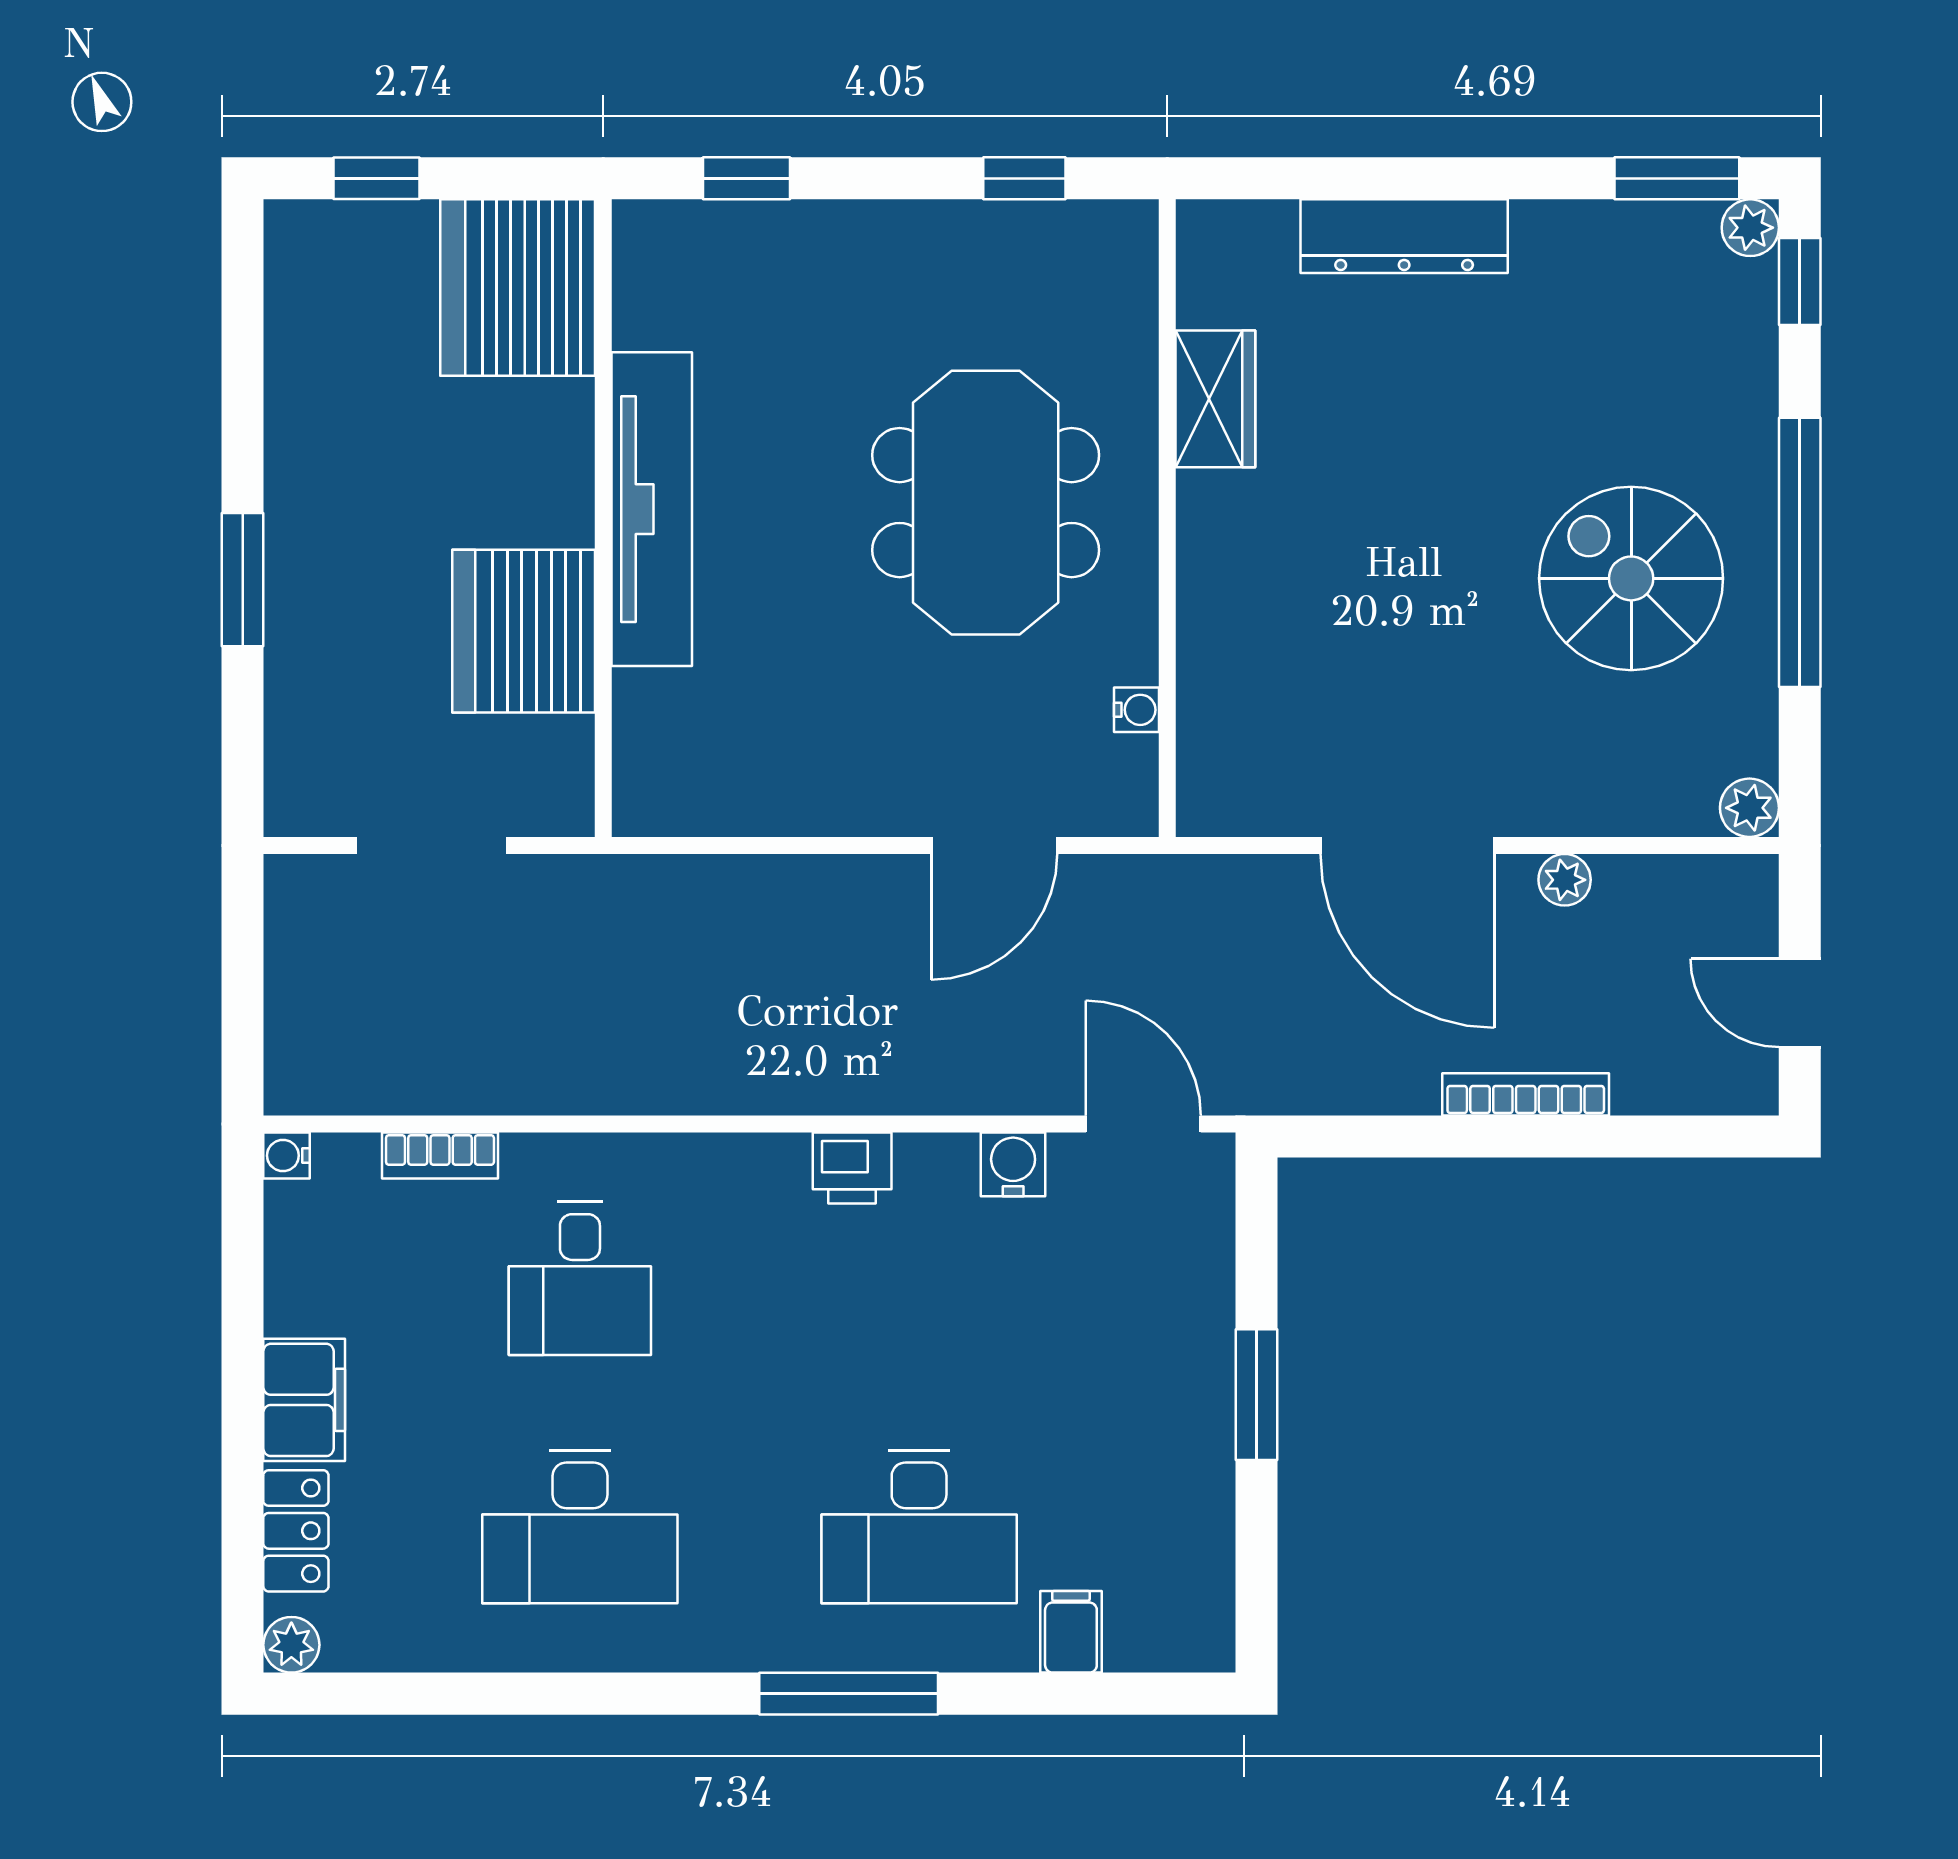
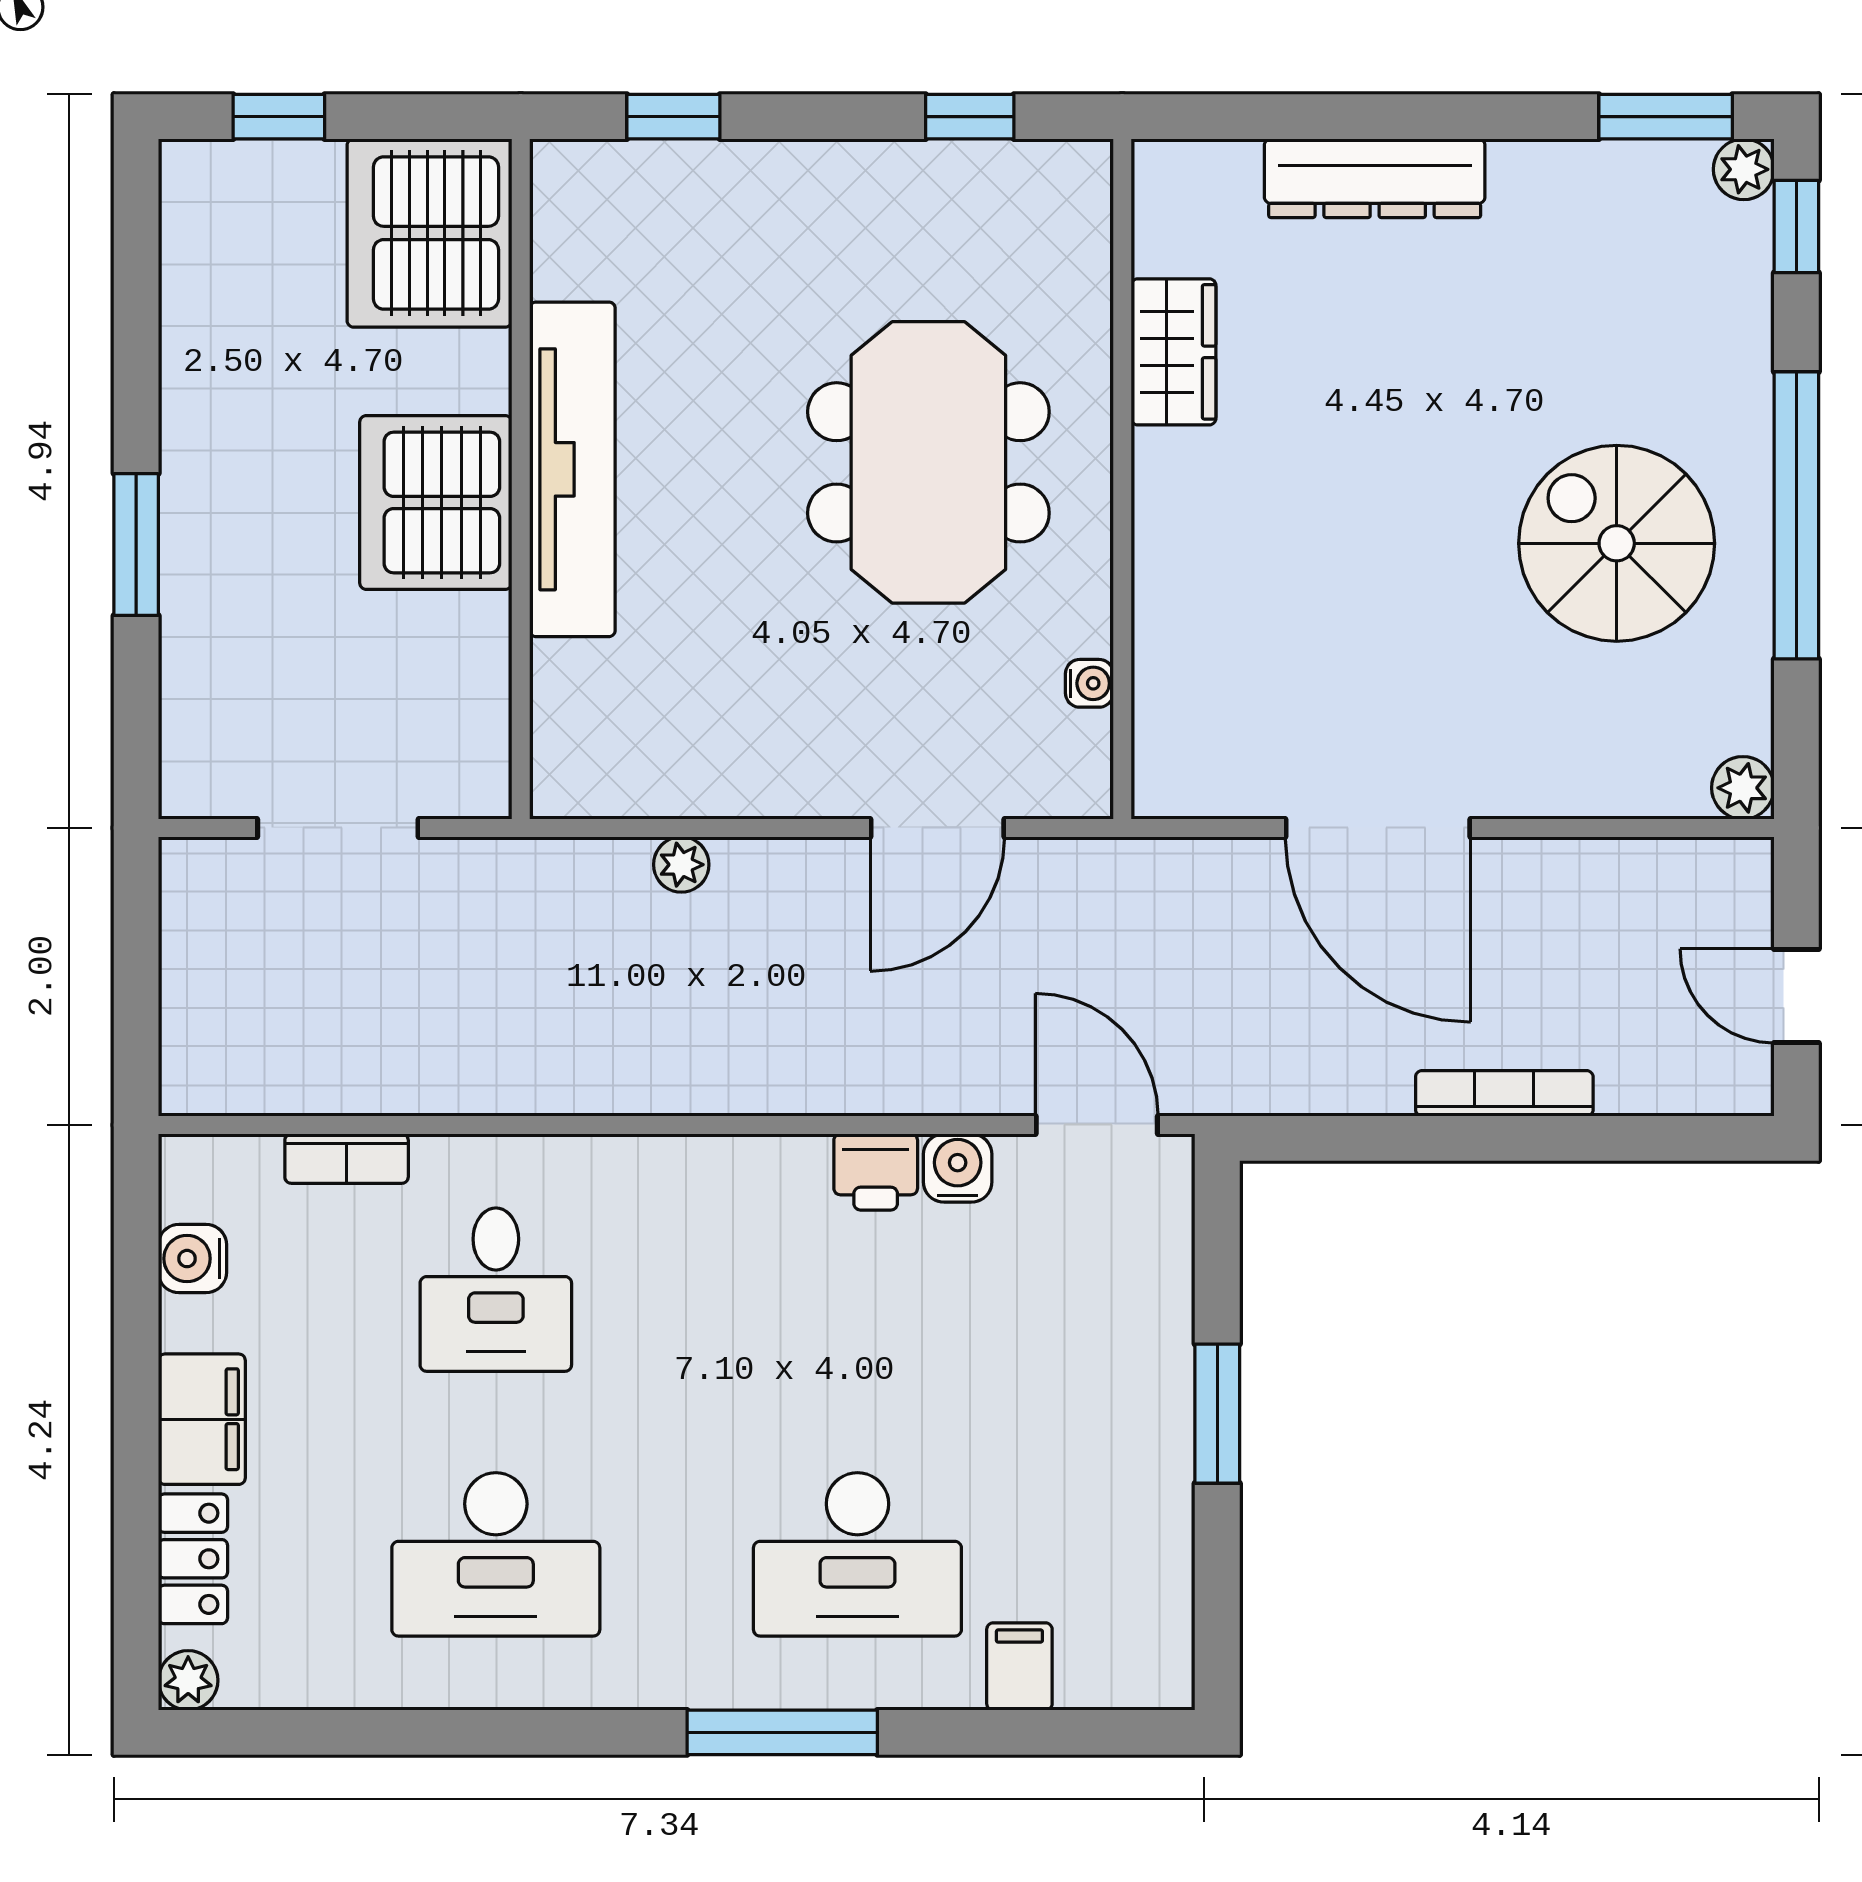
server rack: (524, 631) -> (436, 503), moved
plant: (1565, 880) -> (681, 865), moved
water cooler: (287, 1156) -> (192, 1259), moved, width x1.38, depth x1.38
printer: (852, 1168) -> (876, 1172), moved

